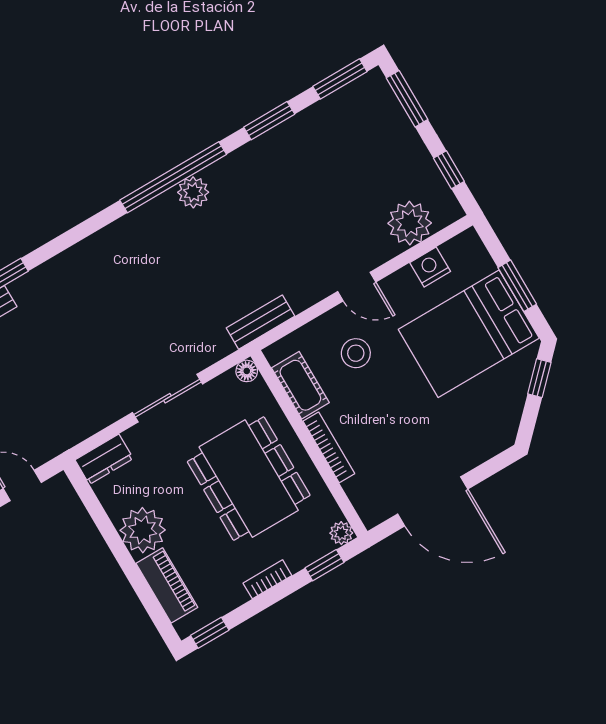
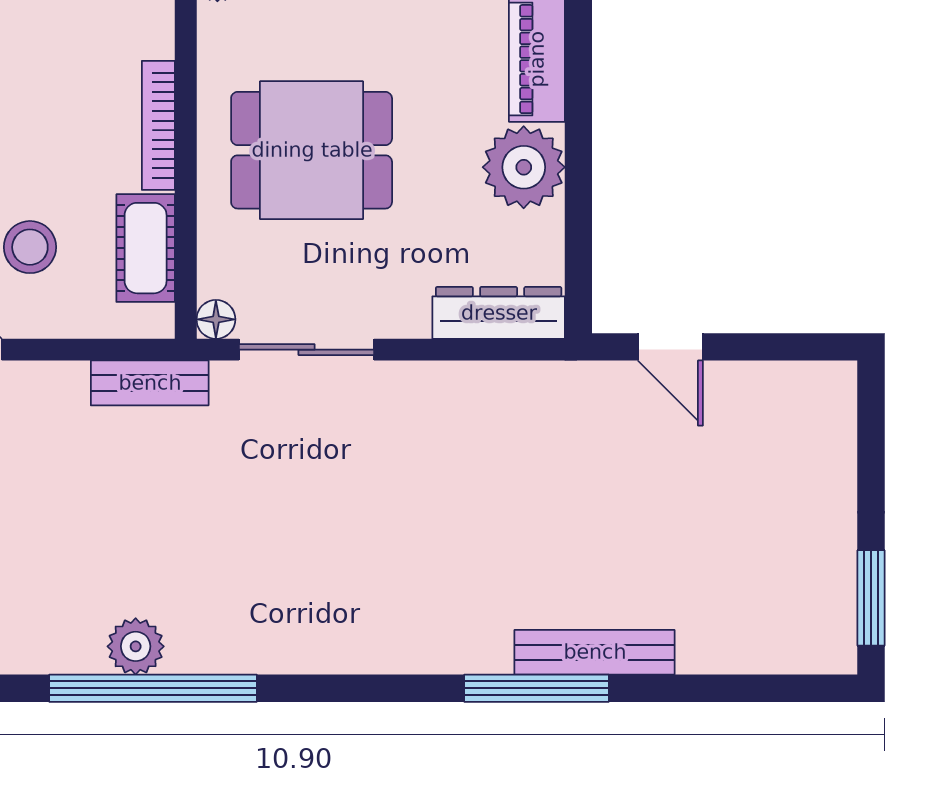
sliding door: (168, 398) -> (307, 350), moved
dresser: (104, 459) -> (499, 313), width x1.44
dining table: (249, 479) -> (312, 150), width x0.73

